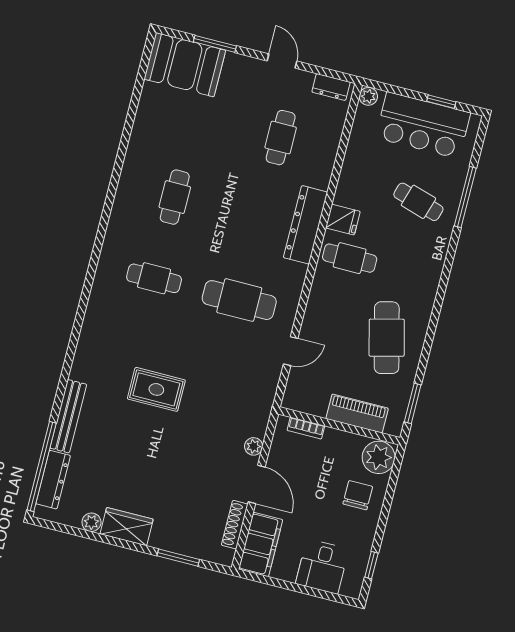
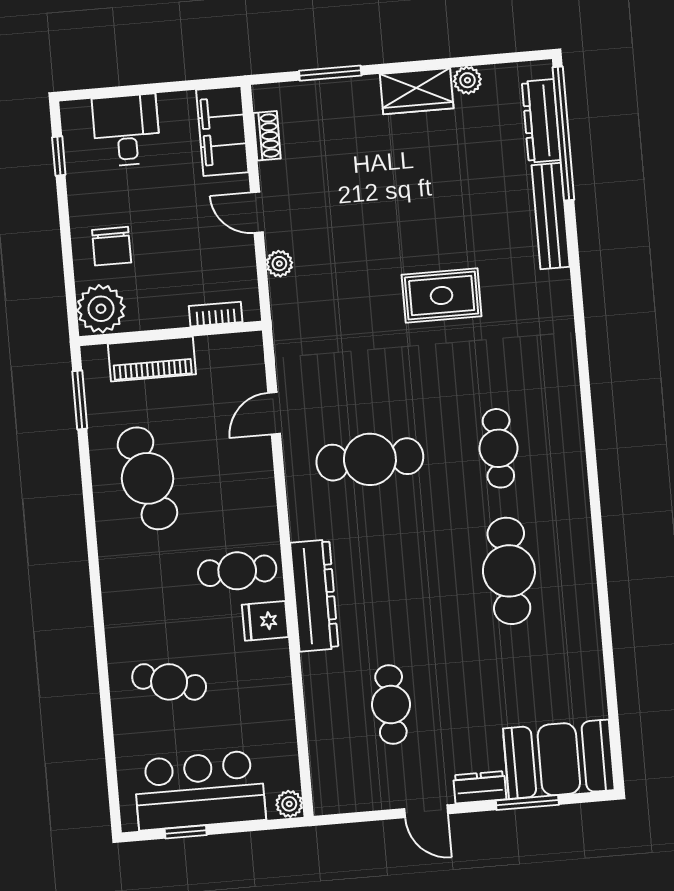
dresser: (331, 87) -> (480, 787), moved
cafe table: (175, 197) -> (509, 571), width x1.37, depth x1.35
window: (465, 197) -> (106, 711), removed
cafe table: (154, 278) -> (498, 448), turned 90
door: (257, 484) -> (257, 212), width x0.73
shoe rack: (235, 525) -> (267, 136), width x0.70

